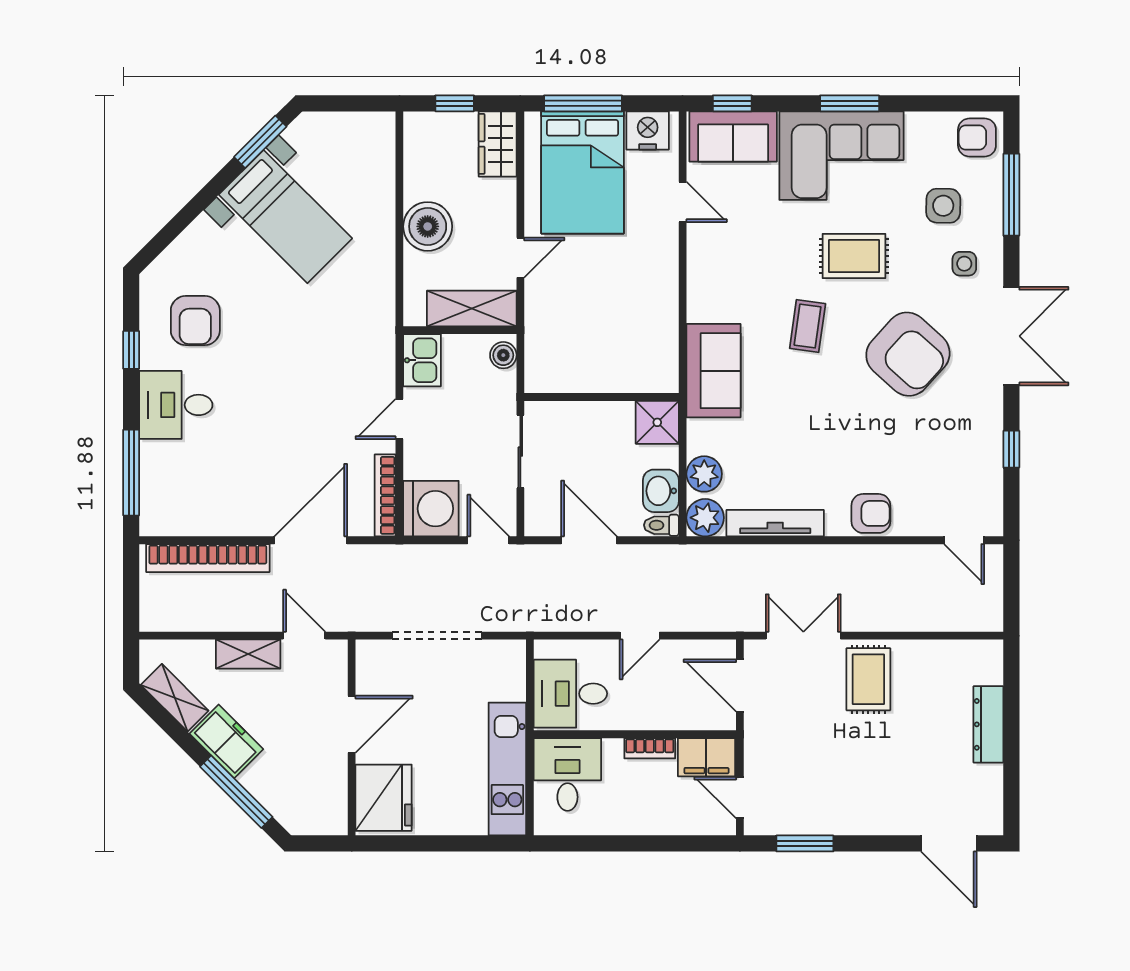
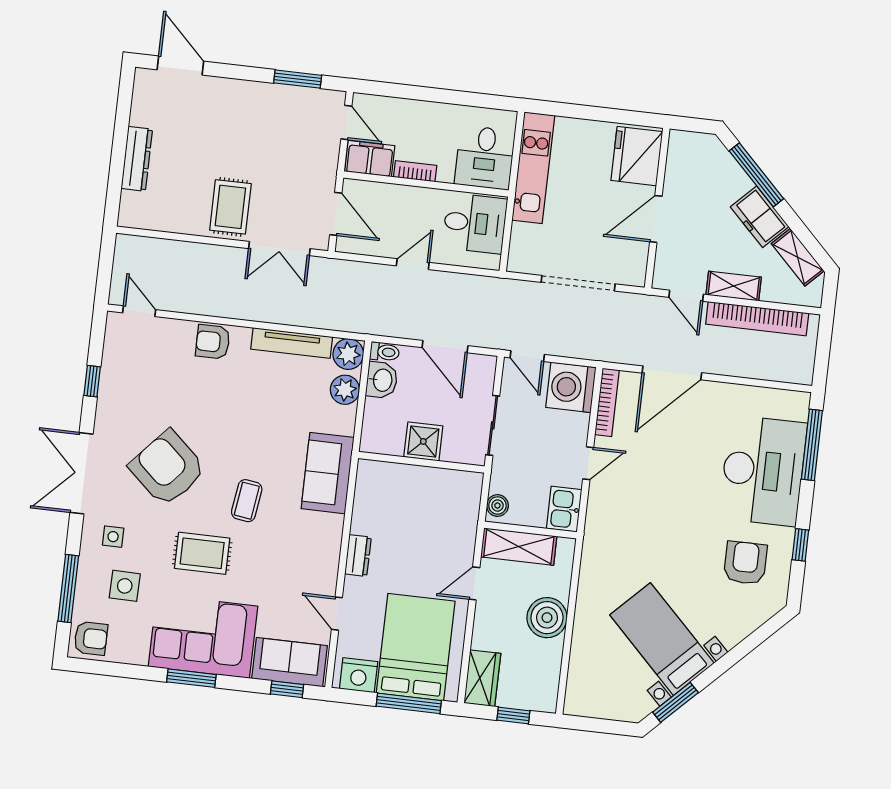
dresser: (665, 275) -> (358, 556), added
desk: (176, 405) -> (763, 471), width x1.87, depth x1.30
shower: (657, 422) -> (423, 441), moved
bookcase: (208, 558) -> (757, 319), moved, turned 180

